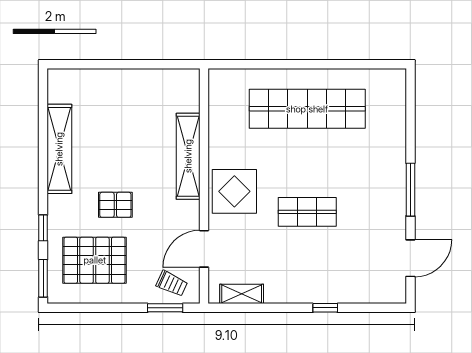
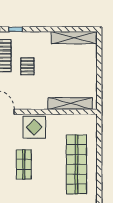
shelving: (59, 149) -> (74, 38), moved
shelving: (188, 156) -> (70, 104), moved

